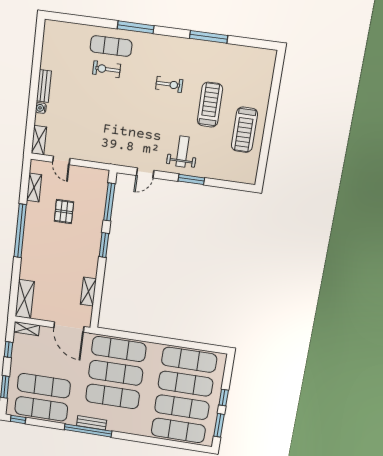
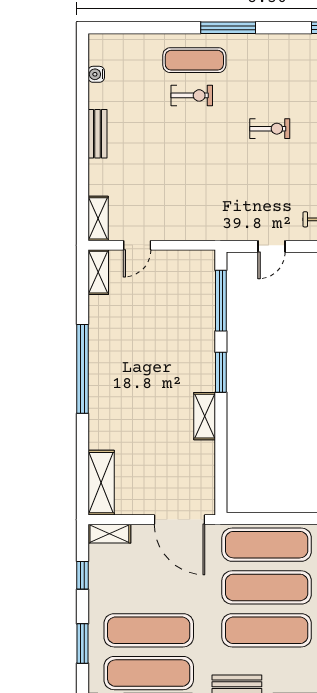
exercise bike: (107, 69) -> (192, 95), turned 180
exercise bike: (169, 84) -> (270, 129), moved
water cooler: (41, 108) -> (96, 74), moved
door: (61, 160) -> (137, 245), hinge flipped
shelving: (34, 188) -> (98, 272), moved
pallet: (64, 212) -> (150, 327), removed
shelving: (88, 292) -> (205, 416), moved

